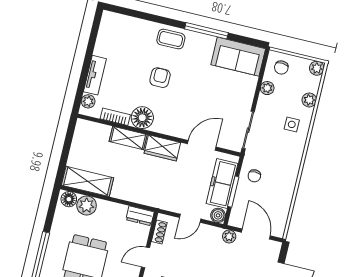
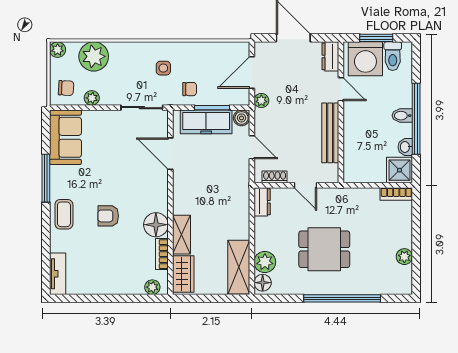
tv unit: (95, 75) -> (58, 274), moved, turned 90
plant: (309, 100) -> (94, 56), width x1.88, depth x1.88
side table: (292, 124) -> (163, 68), moved
wardrobe: (162, 148) -> (183, 274), moved

